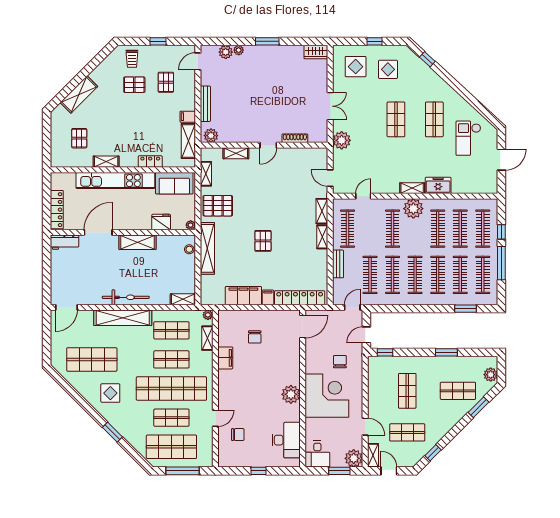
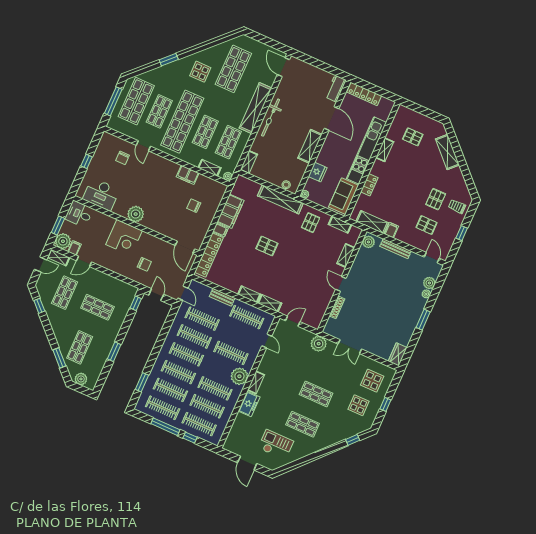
pallet: (218, 206) -> (311, 223), width x0.67, depth x0.71
corner desk: (327, 396) -> (124, 238), width x0.74, depth x0.74
filing cabinet: (355, 443) -> (74, 248), added

